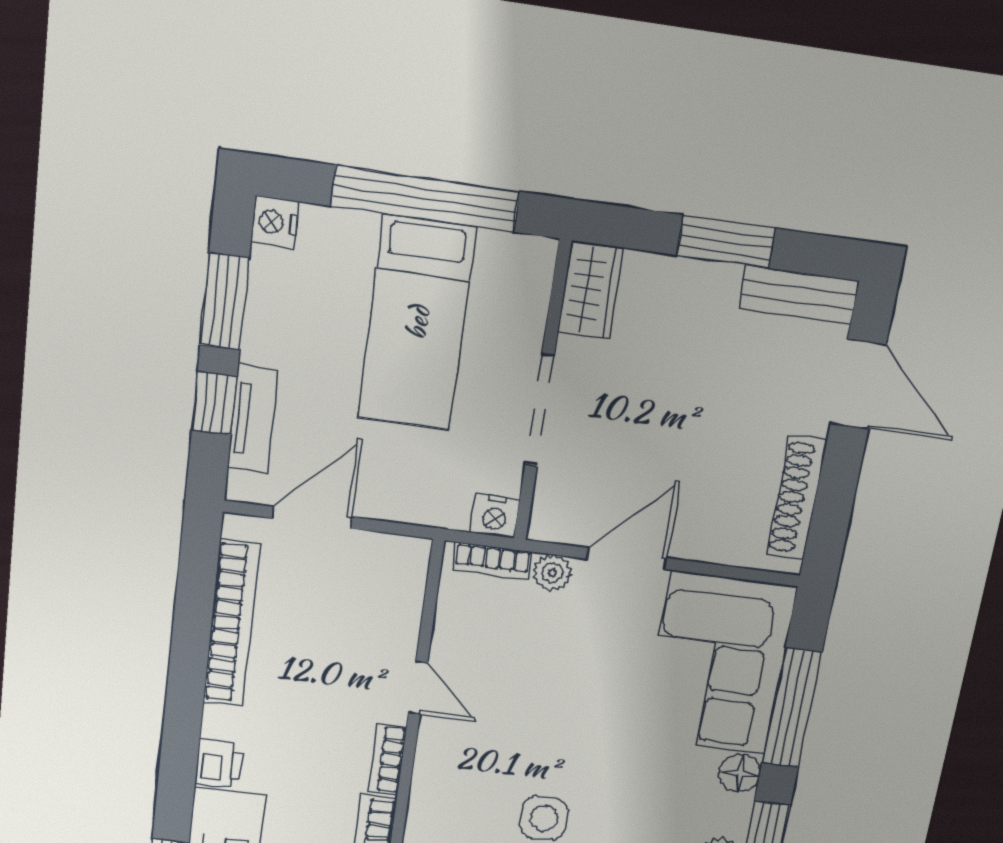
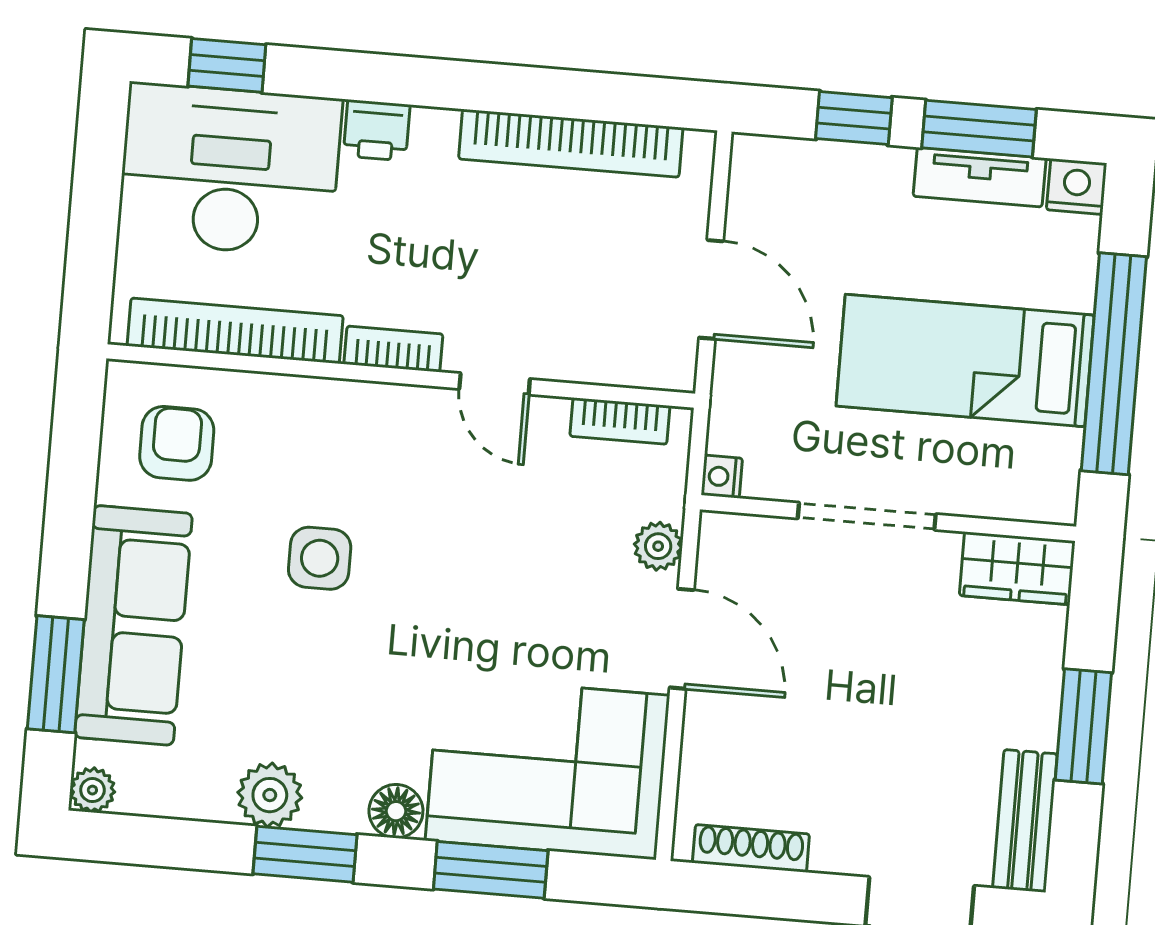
tv unit: (253, 419) -> (980, 177), moved
shoe rack: (797, 498) -> (751, 848), width x0.74, depth x0.81
nightstand: (495, 516) -> (722, 477), width x0.72, depth x0.74
door: (312, 517) -> (711, 289), moved
bookcase: (492, 561) -> (620, 421), moved, turned -90
door: (418, 688) -> (495, 384), hinge flipped
window: (792, 708) -> (491, 870), width x0.69

